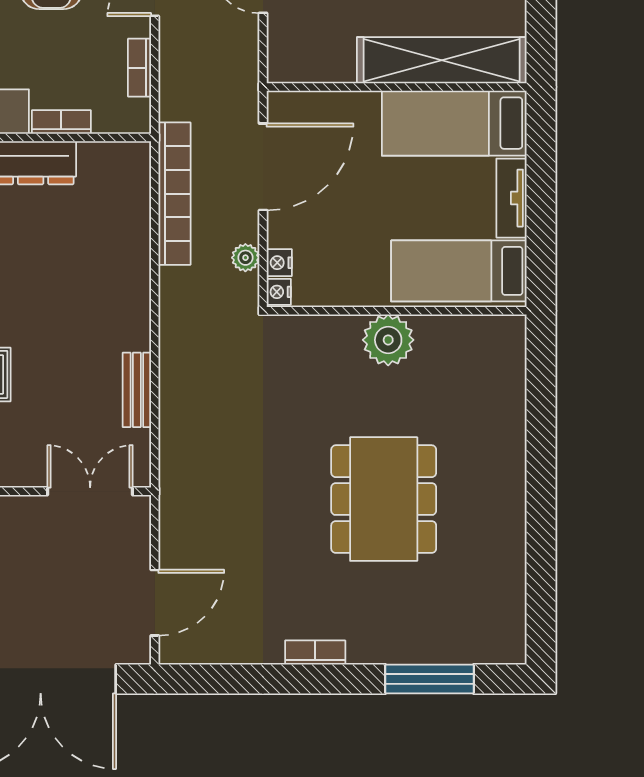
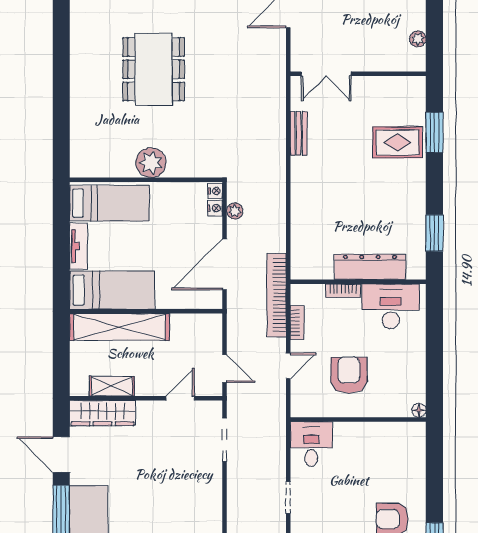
bookcase: (174, 194) -> (277, 295), moved

